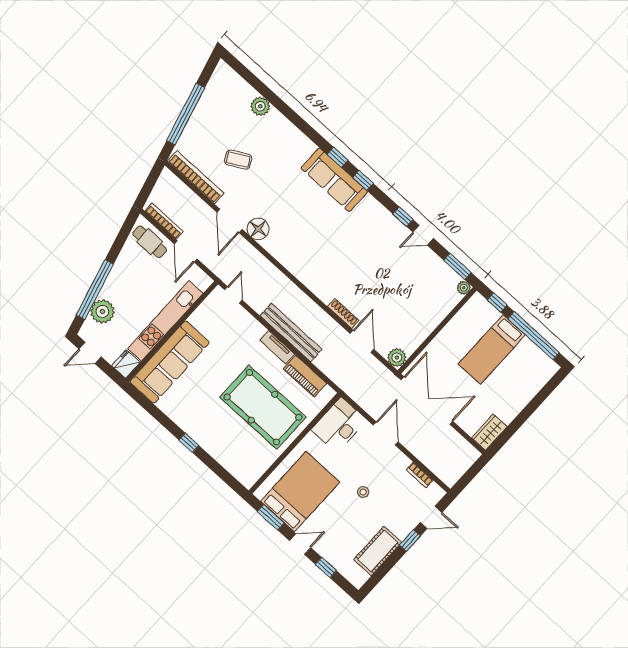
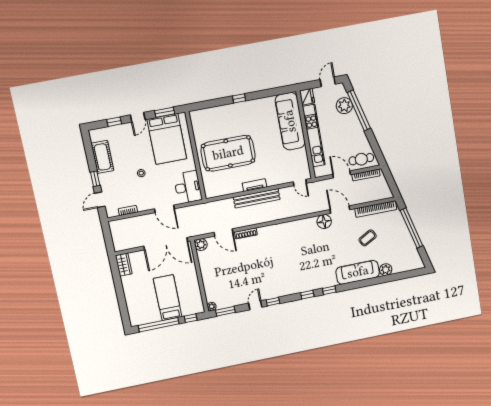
sofa: (334, 180) -> (358, 272), moved
piano: (305, 376) -> (228, 188), removed

